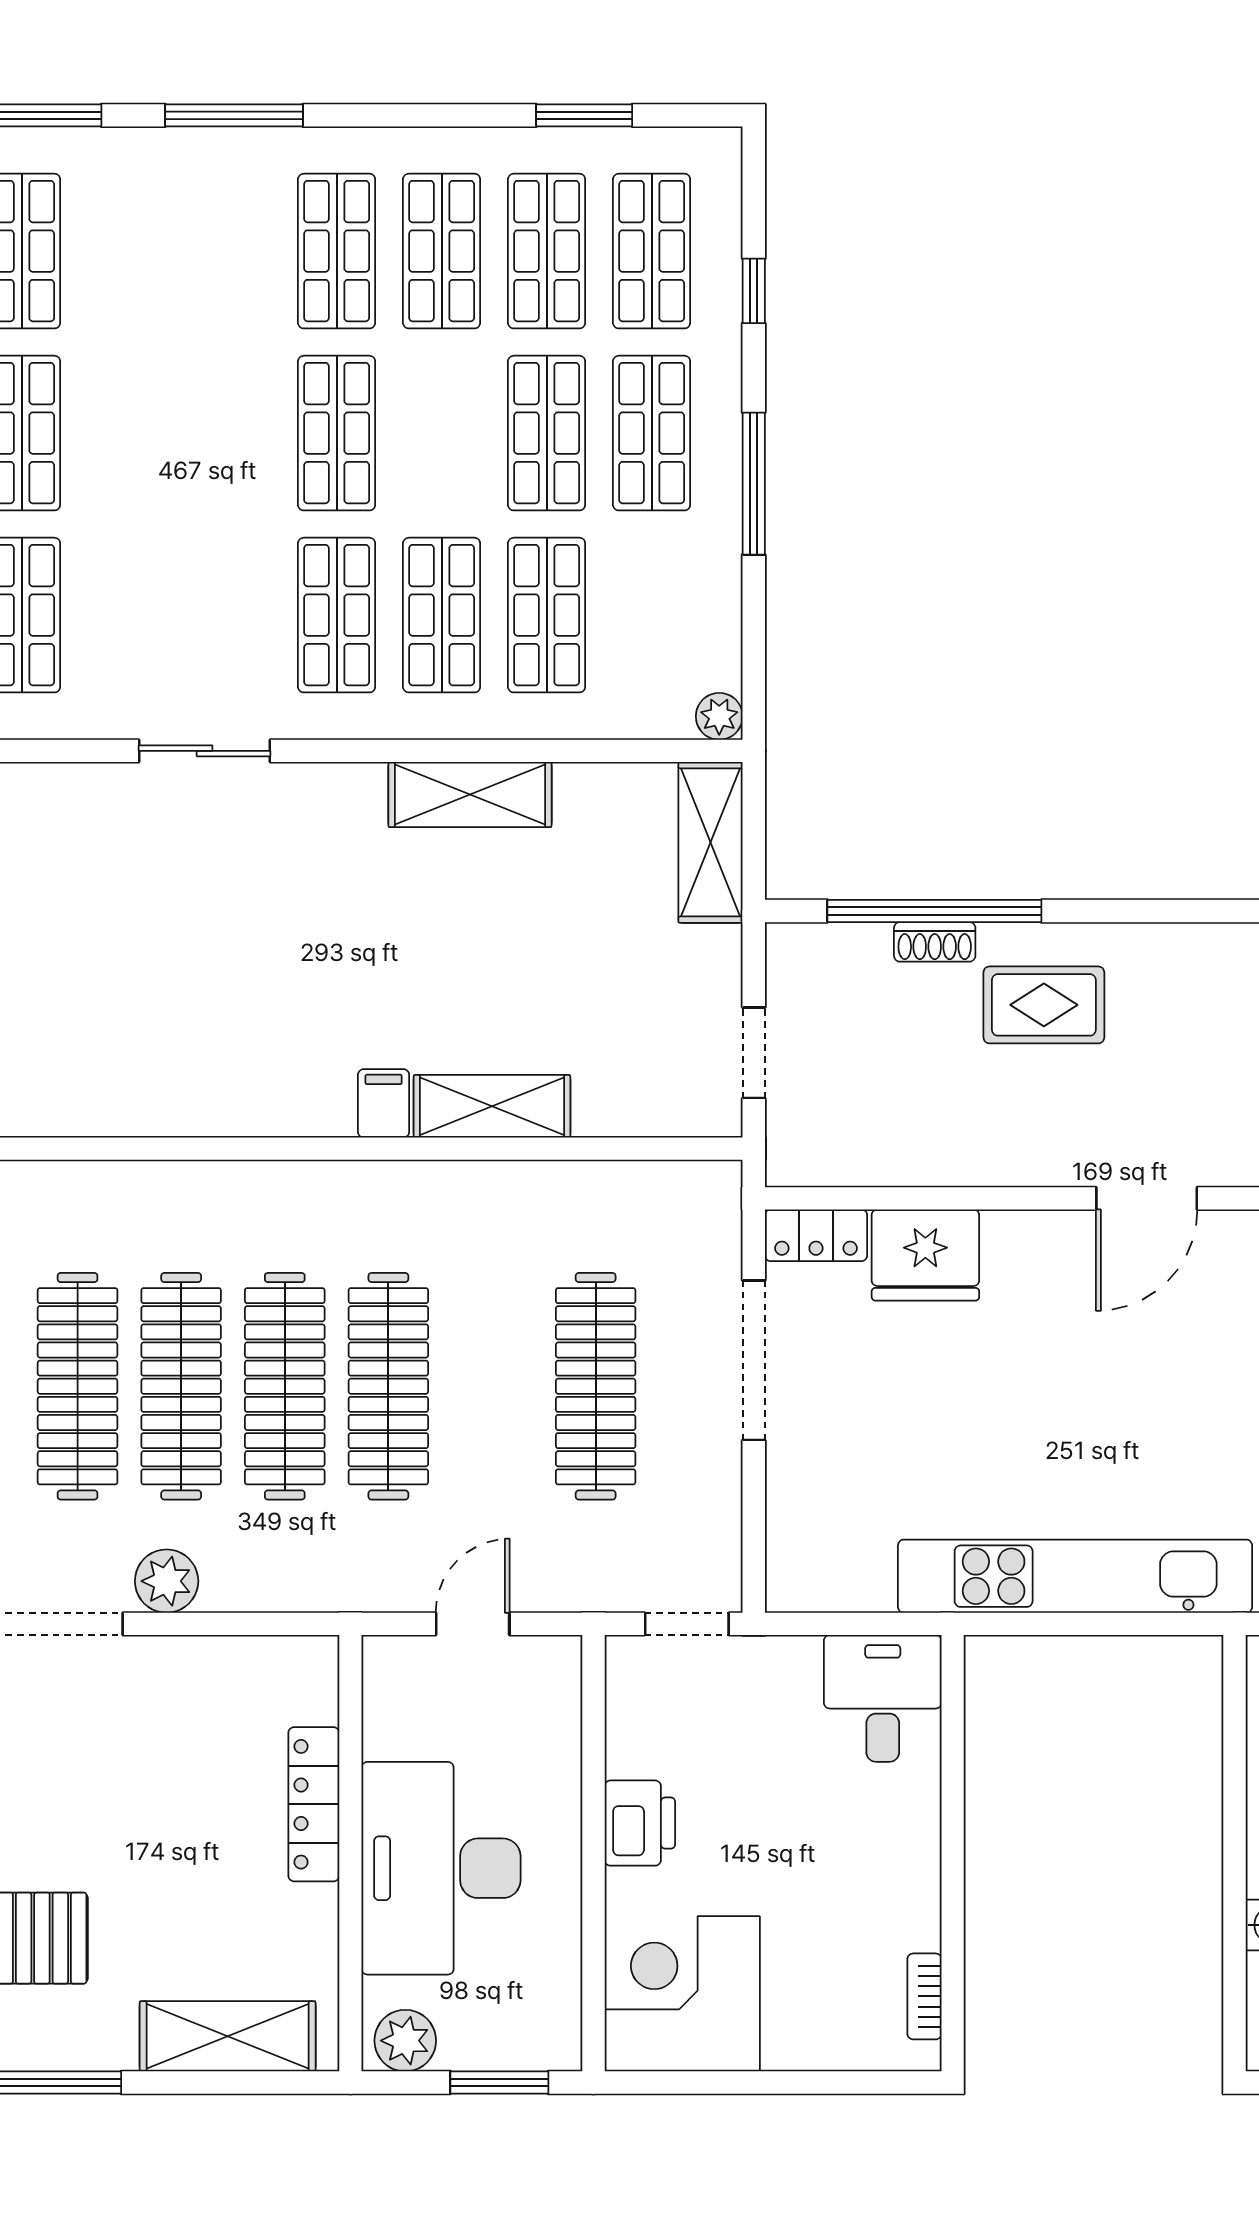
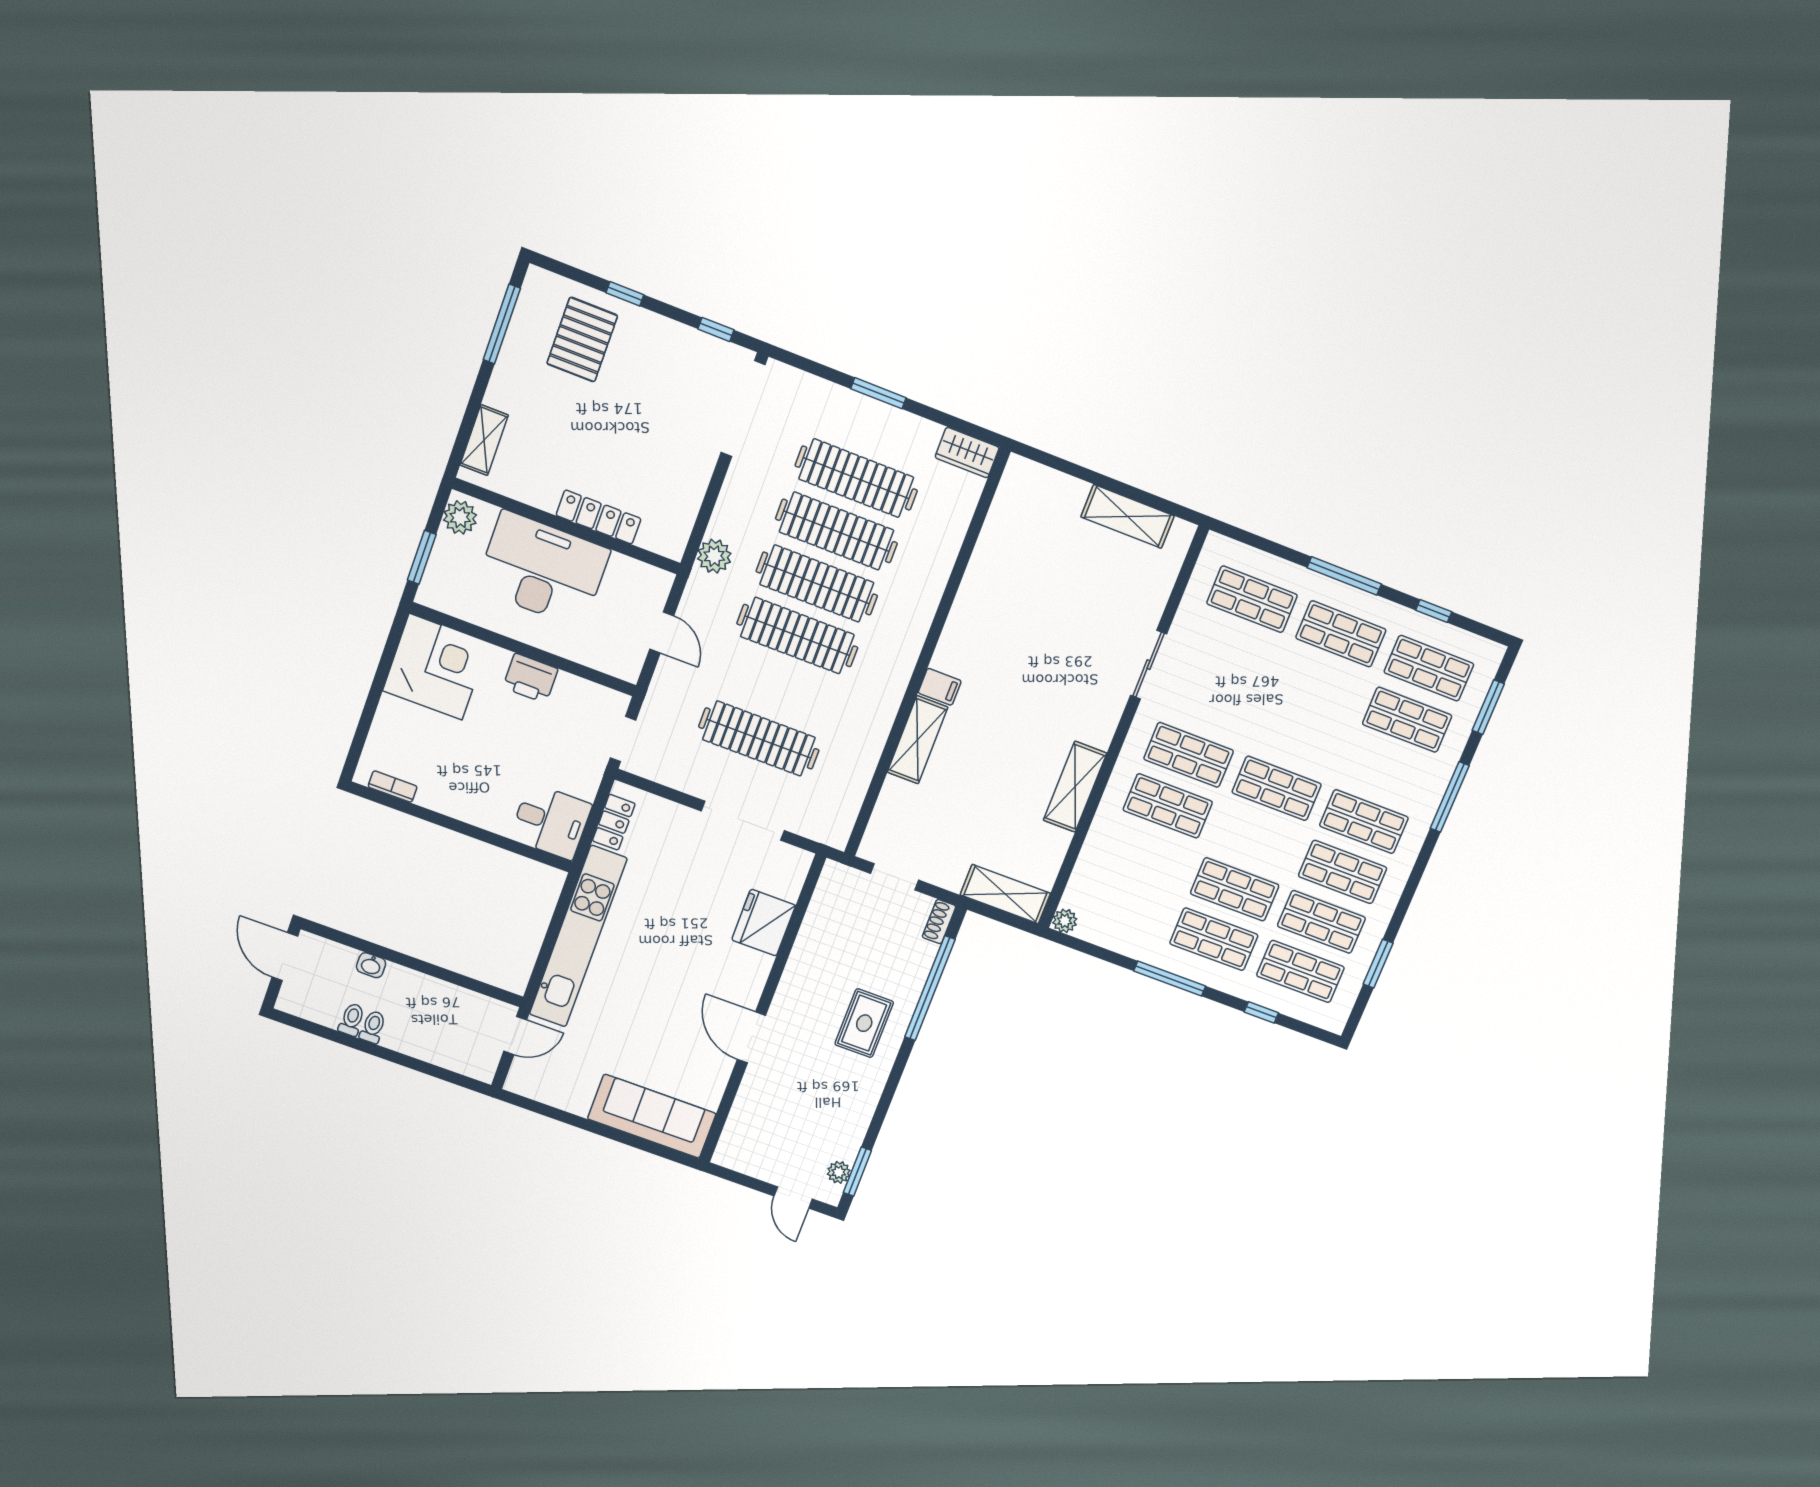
shop shelf: (547, 615) -> (1407, 720), moved
shoe rack: (935, 942) -> (939, 922), moved
locker: (816, 1235) -> (614, 822), moved, turned 180
plant: (167, 1581) -> (714, 556), moved
shelving: (228, 2036) -> (484, 440), width x0.67, depth x0.75

